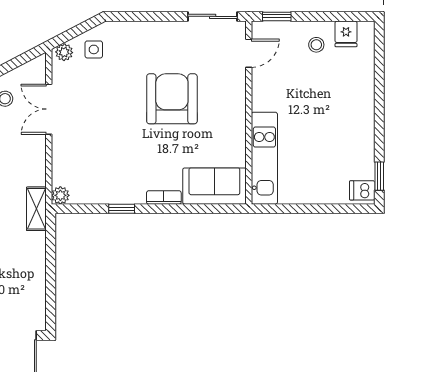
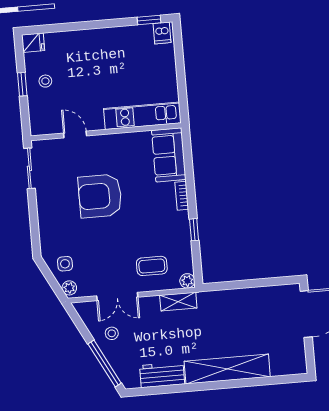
window: (277, 16) -> (22, 84), moved
fridge: (346, 34) -> (33, 43), moved
door: (249, 53) -> (75, 135), moved
coffee table: (82, 154) -> (152, 266), added
shelving: (36, 209) -> (178, 302), moved

